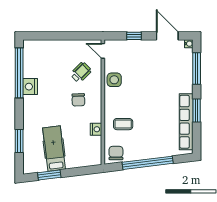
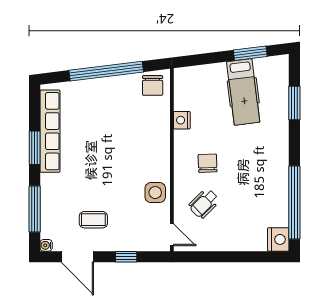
nightstand: (30, 87) -> (278, 239), moved
coffee table: (123, 124) -> (93, 220), moved

